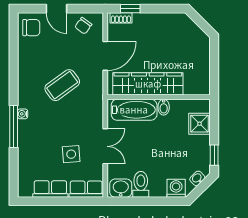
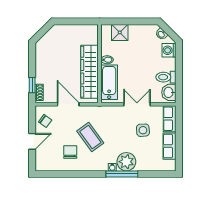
chair: (31, 28) -> (70, 152), moved
plant: (30, 132) -> (126, 162), added
window: (214, 155) -> (144, 21), removed

